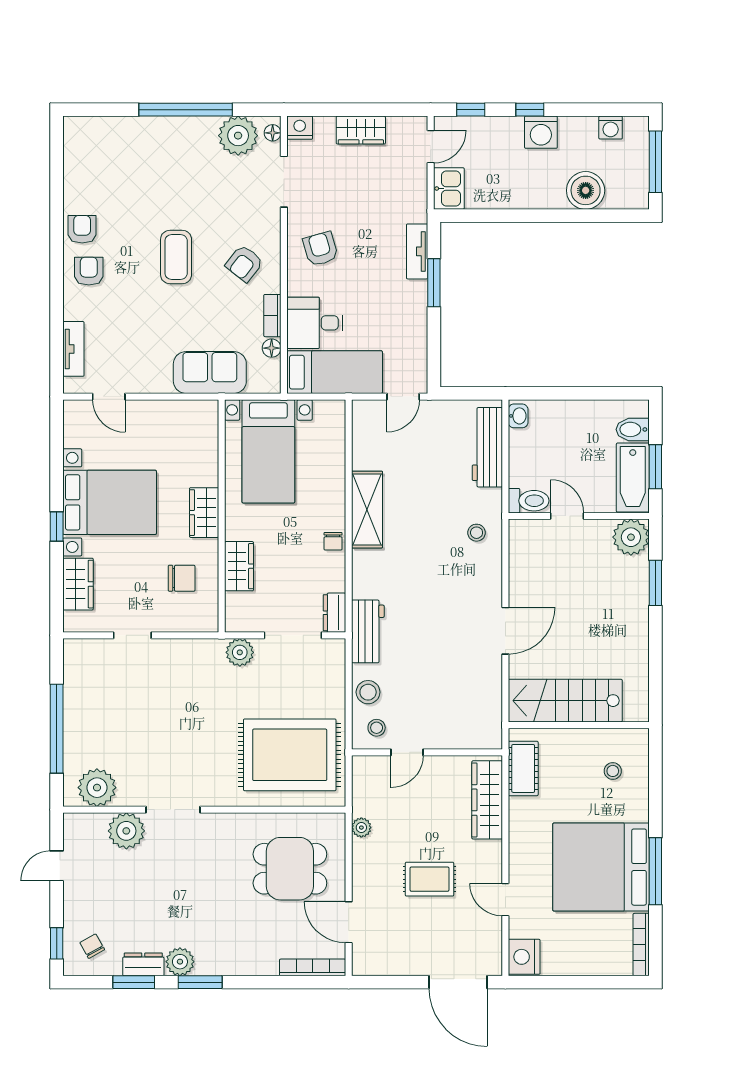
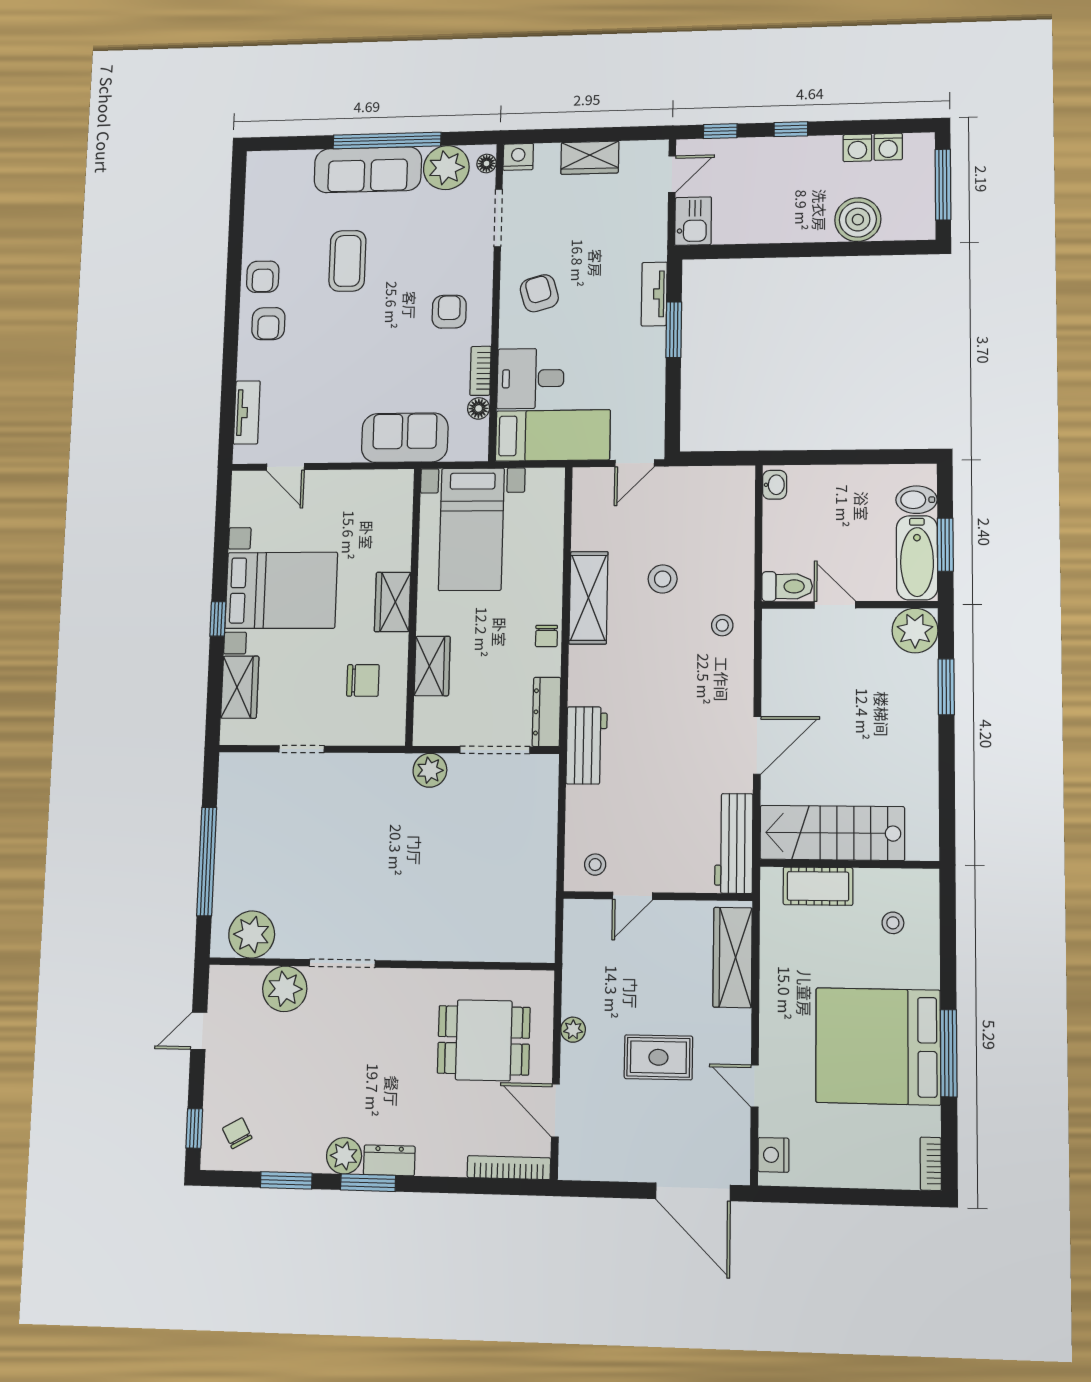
washing machine: (541, 132) -> (857, 148), moved, width x0.73, depth x0.73
sofa: (170, 136) -> (368, 170), added
armchair: (82, 229) -> (263, 277), turned 180
coffee table: (176, 257) -> (347, 261), moved
armchair: (244, 263) -> (449, 312), turned 142
armchair: (89, 271) -> (268, 324), turned 180
workbench: (487, 447) -> (734, 843), moved
dresser: (334, 613) -> (546, 712), width x1.44
stool: (368, 692) -> (663, 579), moved
rug: (290, 755) -> (487, 897), removed
cot: (523, 768) -> (818, 886), moved, turned 90
plant: (361, 828) -> (573, 1030), moved
bookcase: (641, 945) -> (931, 1164), width x0.64
nightstand: (524, 957) -> (773, 1155), width x0.74, depth x0.75
dresser: (143, 964) -> (389, 1160), moved

